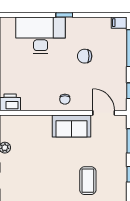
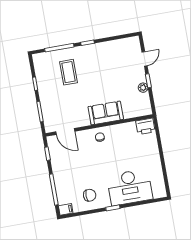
chair: (85, 56) -> (90, 195), moved
sofa: (71, 126) -> (106, 113), moved

